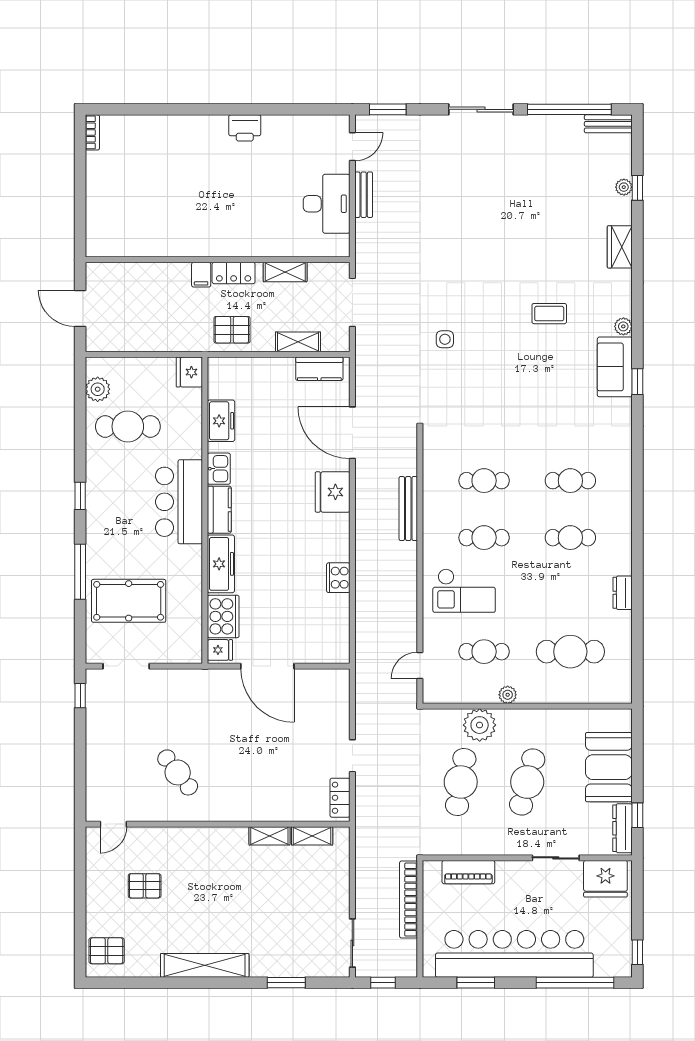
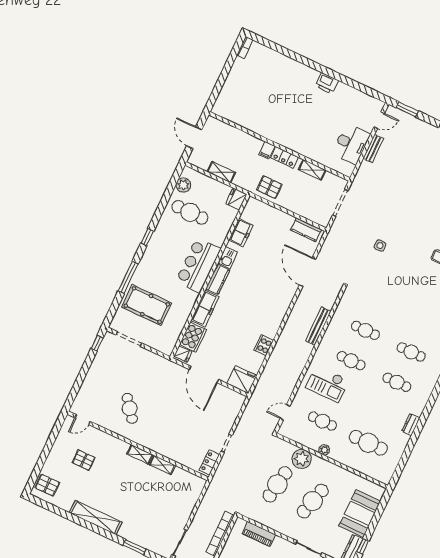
shelving: (298, 342) -> (221, 172), moved
fridge: (333, 492) -> (242, 380), moved, turned 90
shelving: (312, 836) -> (140, 454), moved

